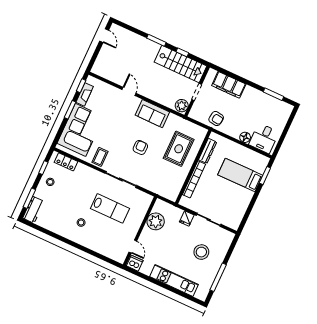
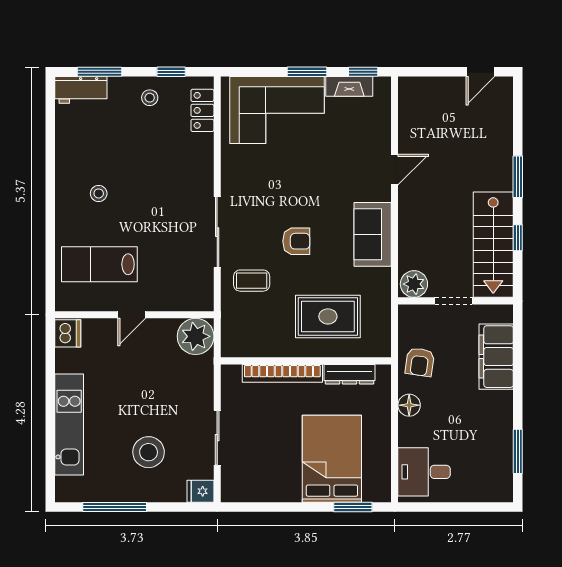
floor lamp: (245, 137) -> (409, 405), moved
coffee table: (100, 157) -> (252, 281), moved
bed: (240, 175) -> (332, 459), width x1.50
lab bench: (110, 208) -> (99, 264), moved, turned 90
fridge: (187, 218) -> (200, 491), moved
plant: (156, 221) -> (196, 336), moved
door: (133, 247) -> (132, 315), moved

